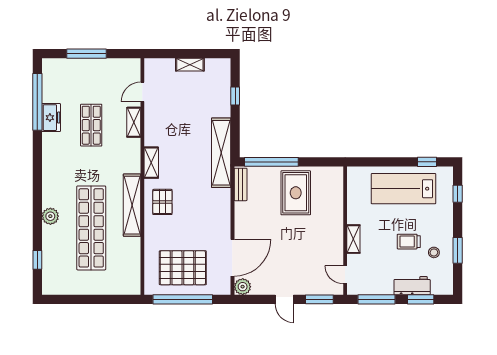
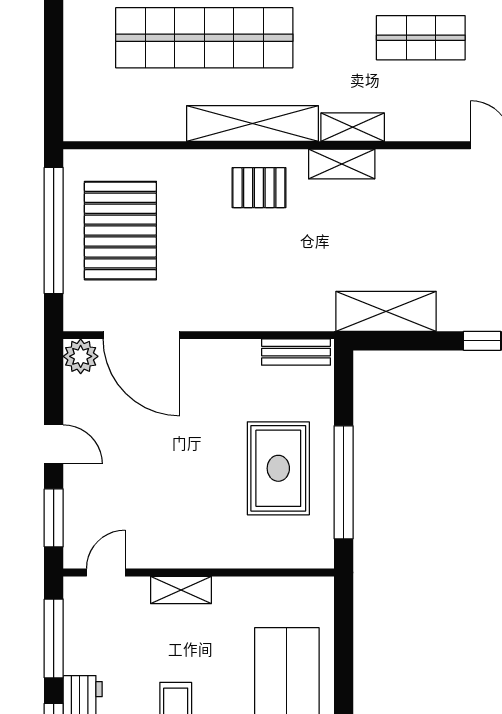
shelving: (134, 122) -> (353, 127), moved
shelving: (221, 153) -> (386, 311), width x0.68
window: (271, 162) -> (344, 482), moved
rug: (296, 193) -> (278, 468), turned 90
door: (284, 299) -> (54, 444), swing flipped

